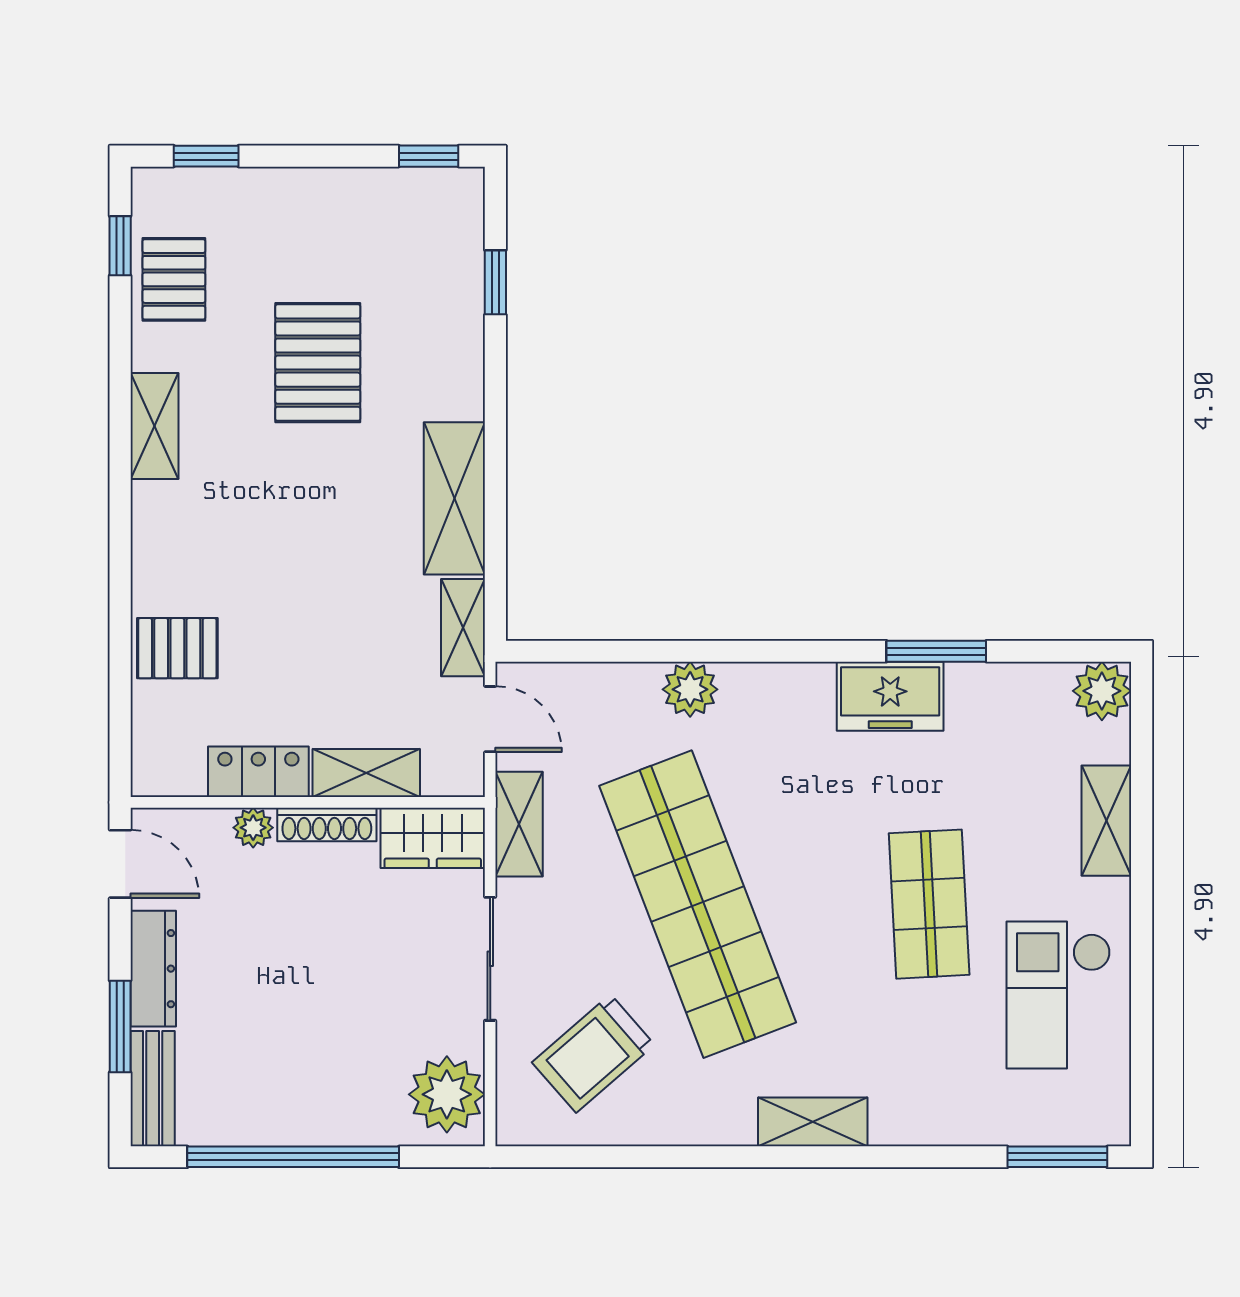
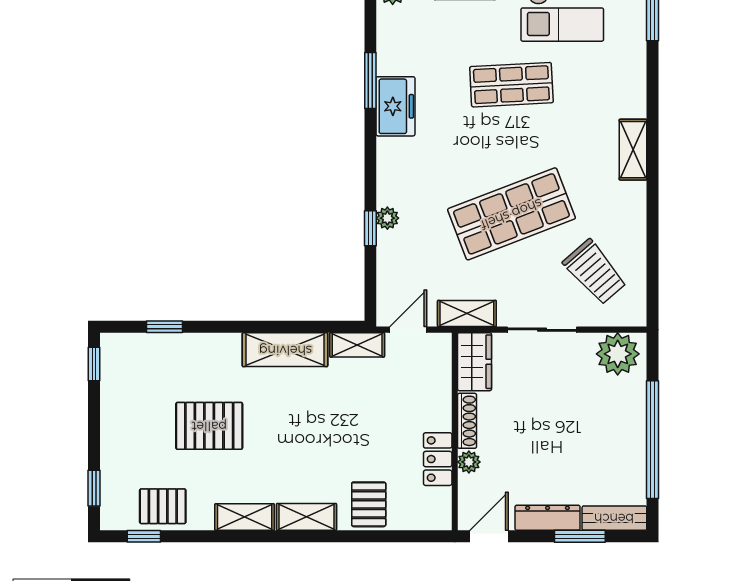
window: (672, 651) -> (370, 228), added
plant: (690, 689) -> (387, 218), width x0.73, depth x0.73
shelving: (366, 773) -> (306, 517), moved, turned 90
shop shelf: (698, 904) -> (511, 214), width x0.71

